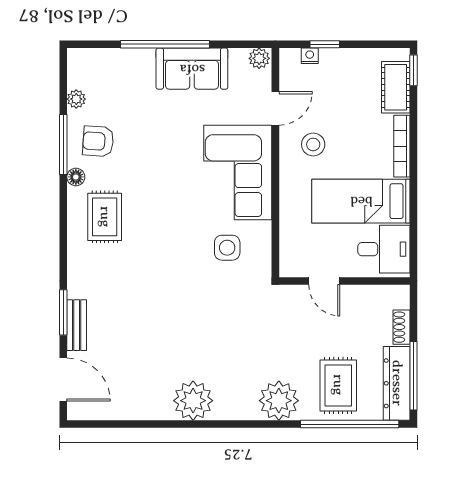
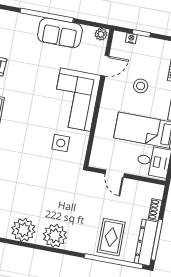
stool: (313, 144) -> (141, 86), moved
plant: (279, 401) -> (55, 236), moved

